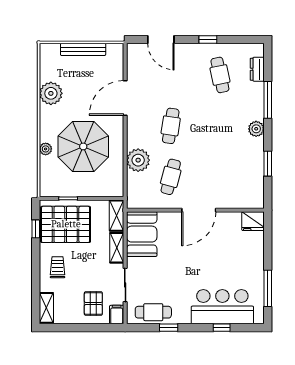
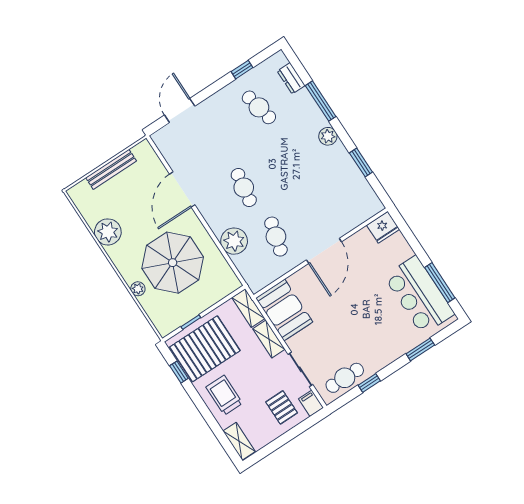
door: (161, 39) -> (180, 111), swing flipped
window: (208, 39) -> (242, 70), moved
trolley: (58, 267) -> (224, 395), width x1.36, depth x1.39
bar counter: (222, 307) -> (419, 295), moved, turned -90
window: (222, 328) -> (420, 349), width x1.50

